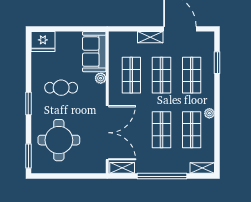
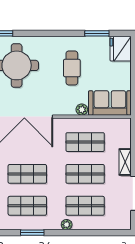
window: (217, 63) -> (32, 233), moved
window: (28, 104) -> (97, 33), moved
plant: (209, 113) -> (67, 225), moved

